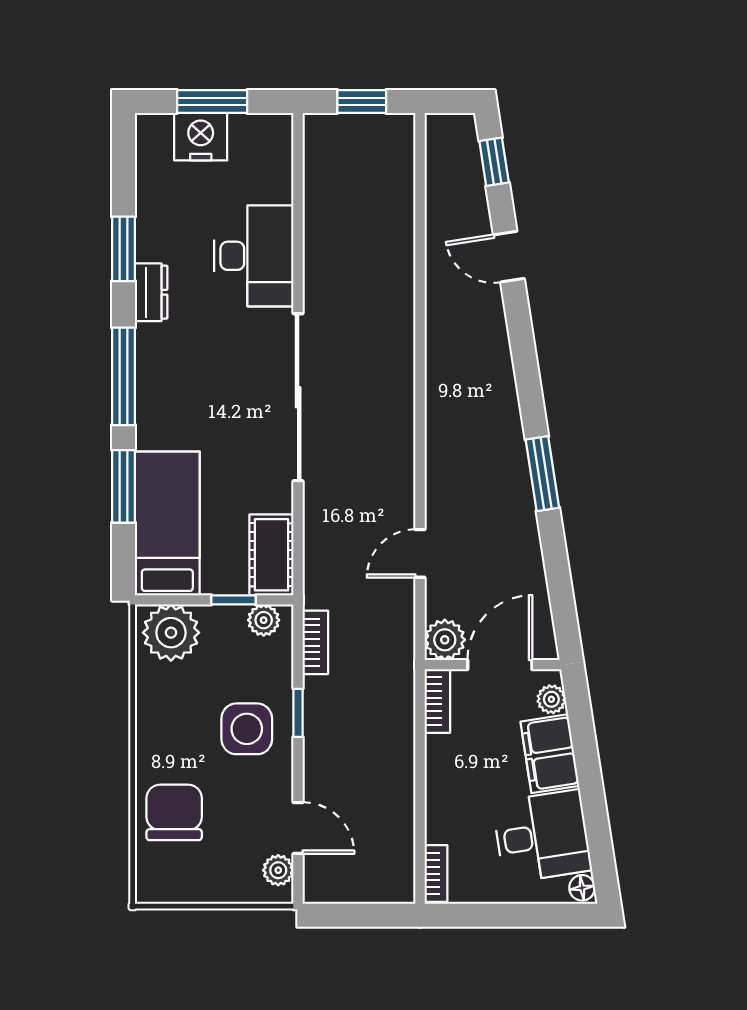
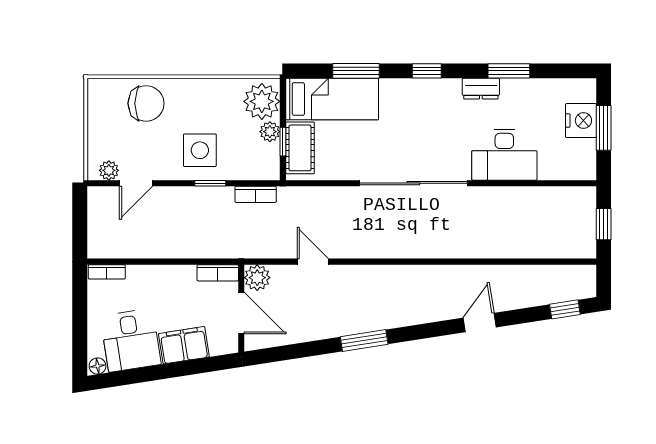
door: (509, 257) -> (480, 323), moved
window: (124, 376) -> (427, 71), width x0.46
cot: (271, 555) -> (300, 148), moved, turned 90
plant: (264, 620) -> (270, 132), moved
plant: (551, 699) -> (219, 346), removed

